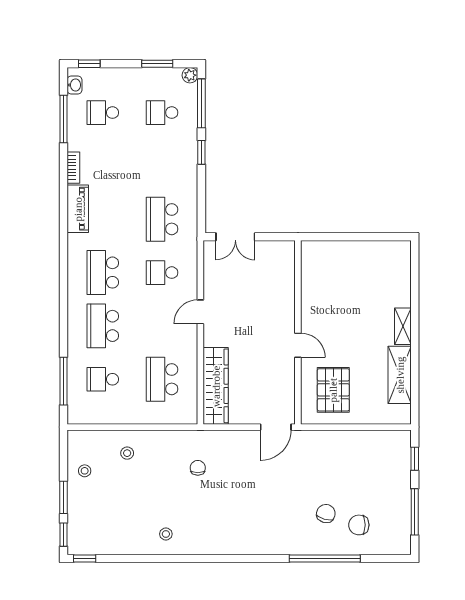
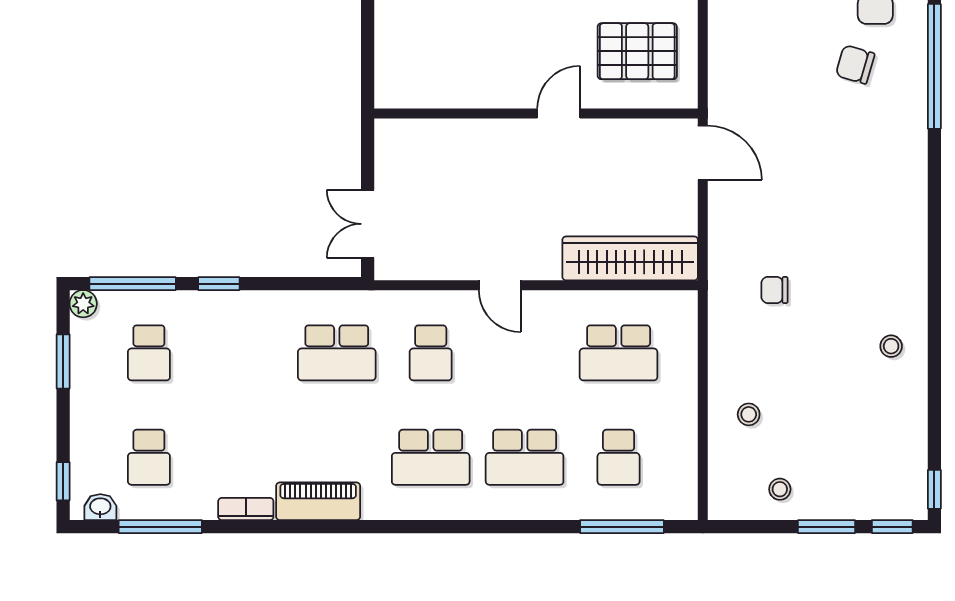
double door: (235, 237) -> (368, 224), swing flipped

